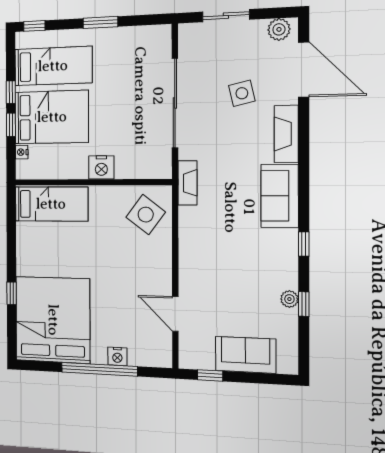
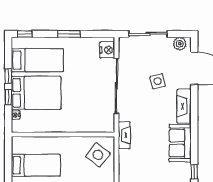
sliding door: (226, 16) -> (148, 34), width x1.37
nightstand: (101, 167) -> (107, 50), moved, turned -90
bed: (51, 204) -> (36, 165), moved

